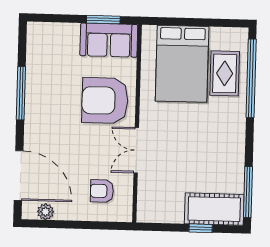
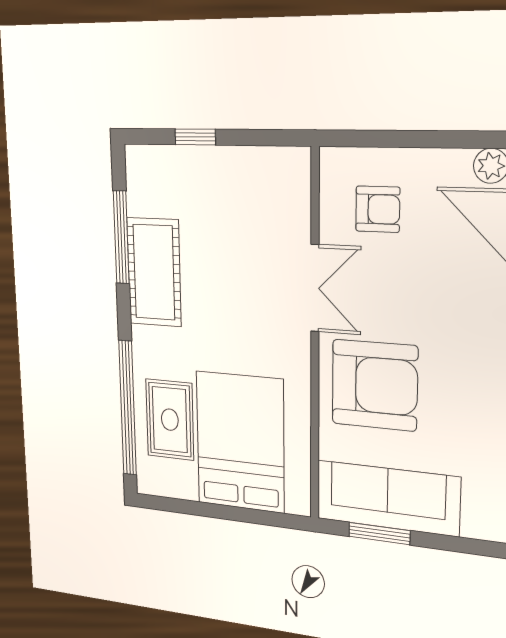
sofa: (109, 40) -> (388, 498), width x1.36
window: (248, 192) -> (121, 237), moved
cot: (214, 209) -> (154, 272), moved, turned 90

